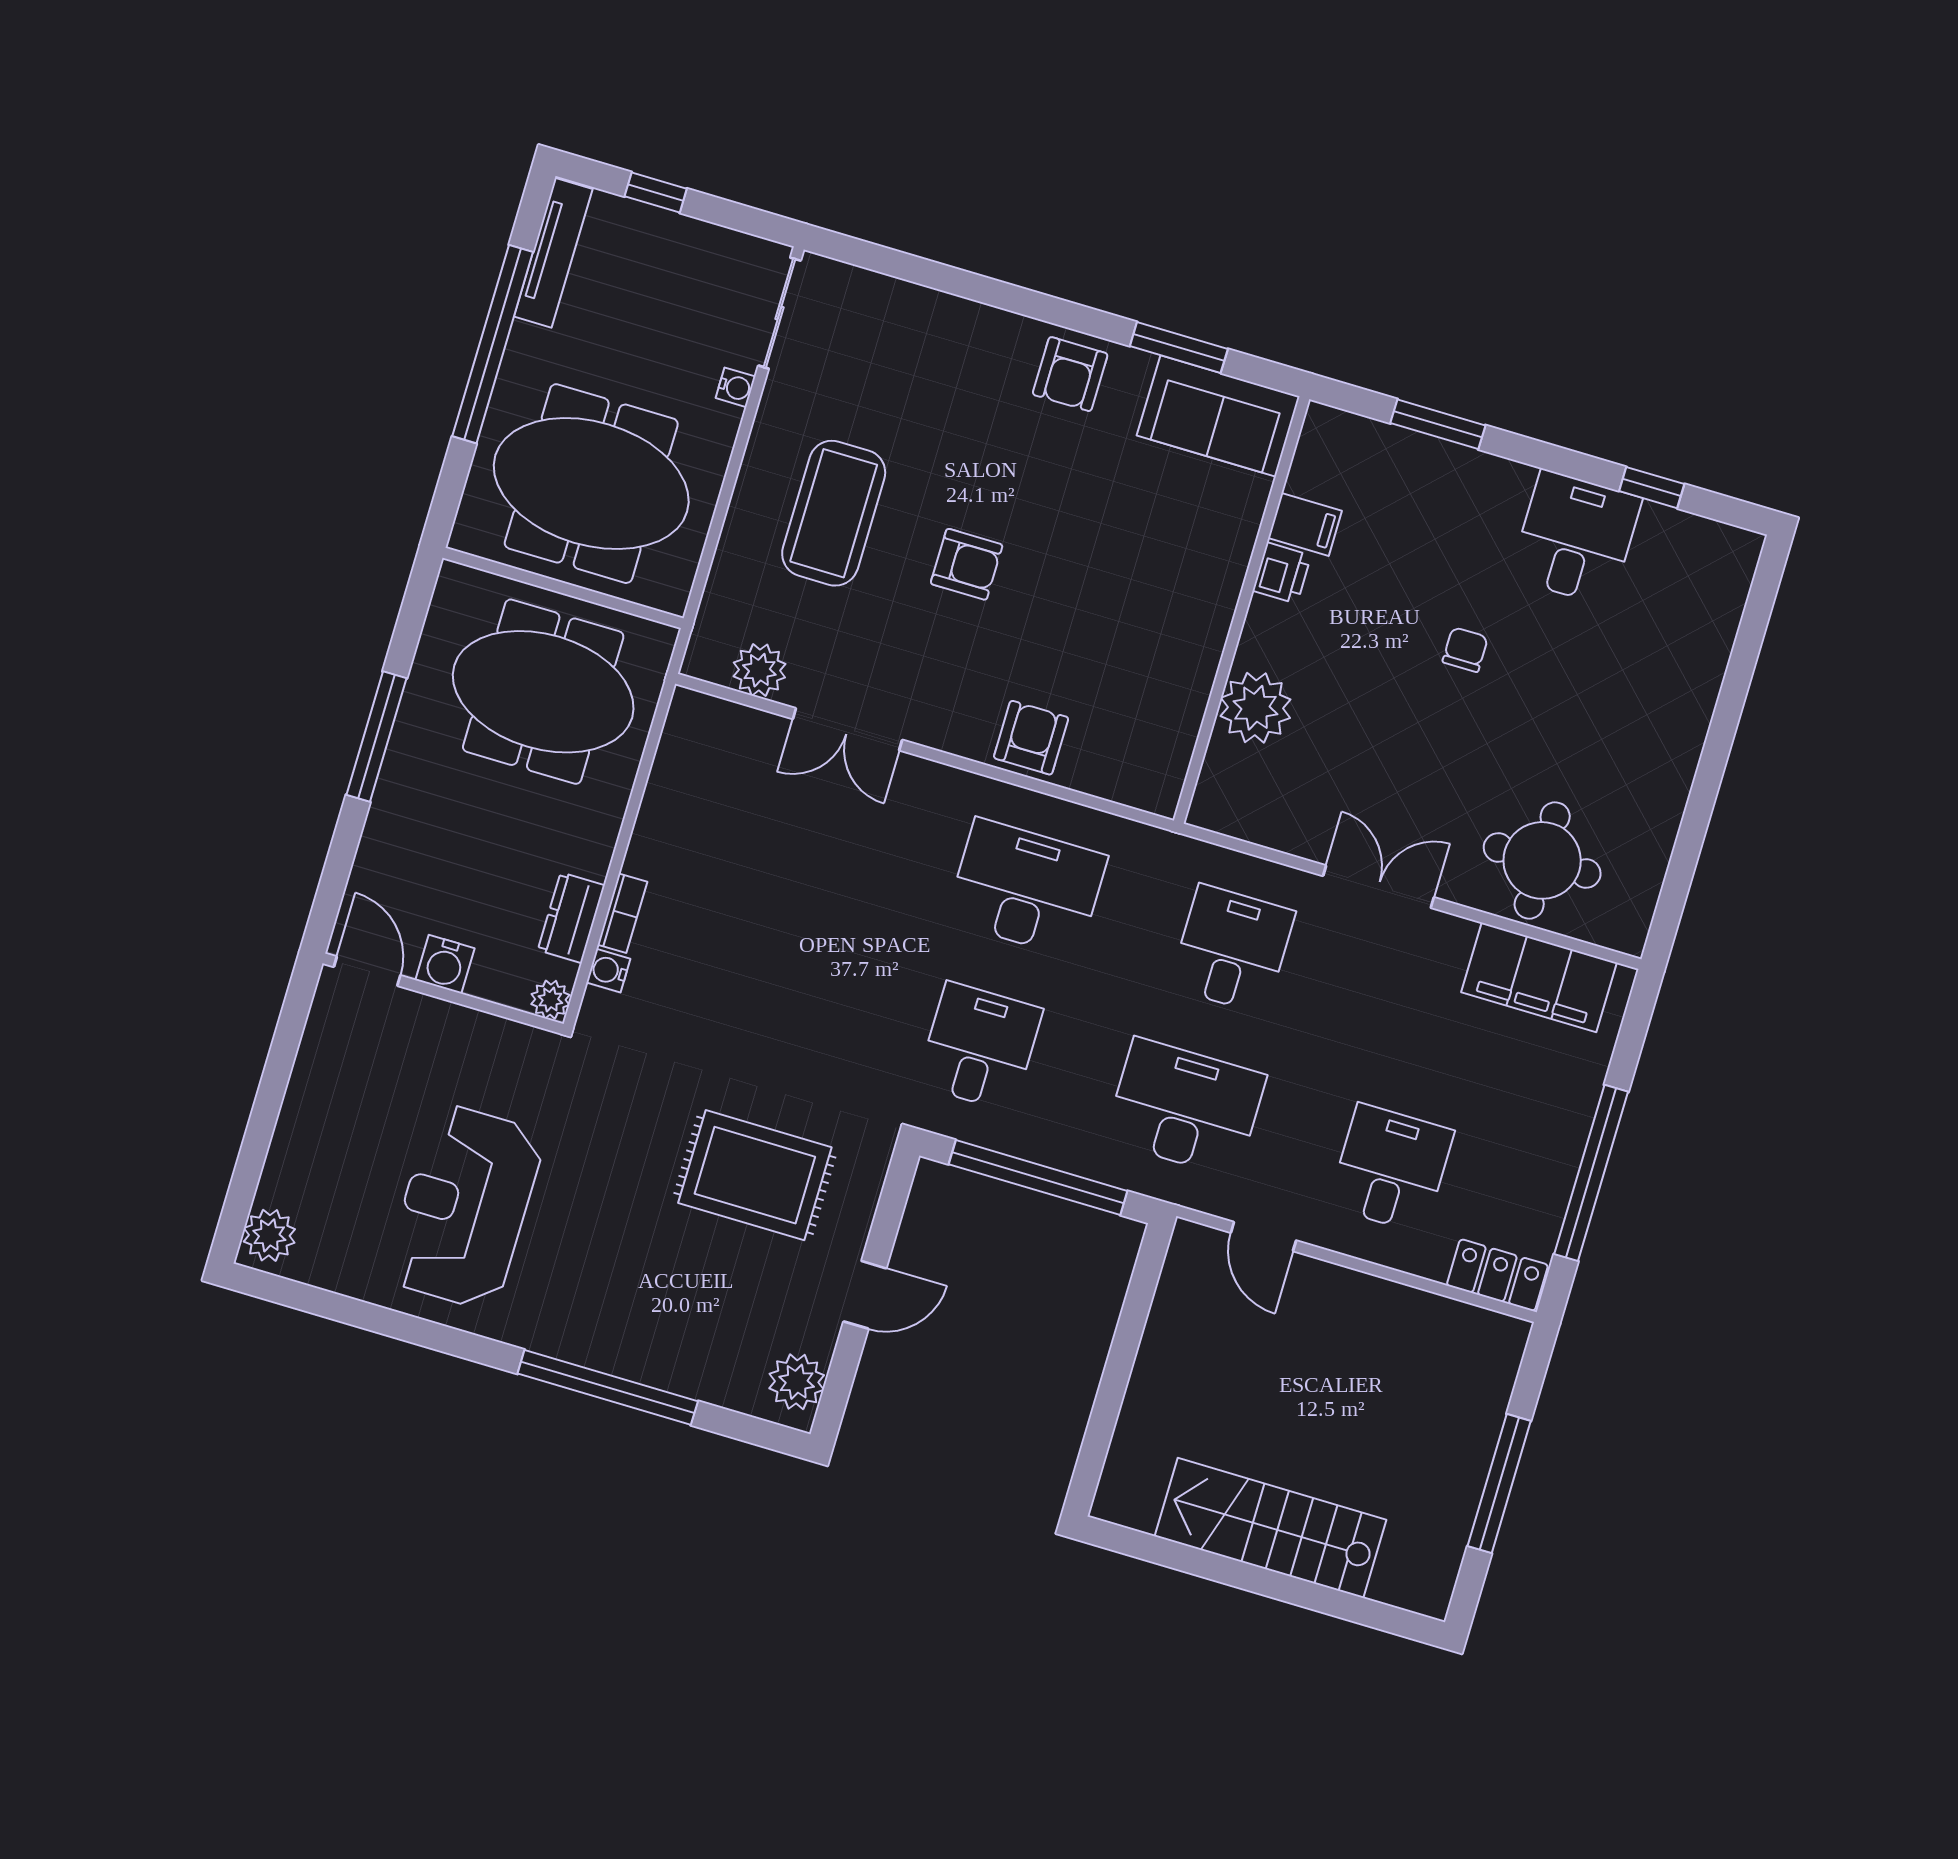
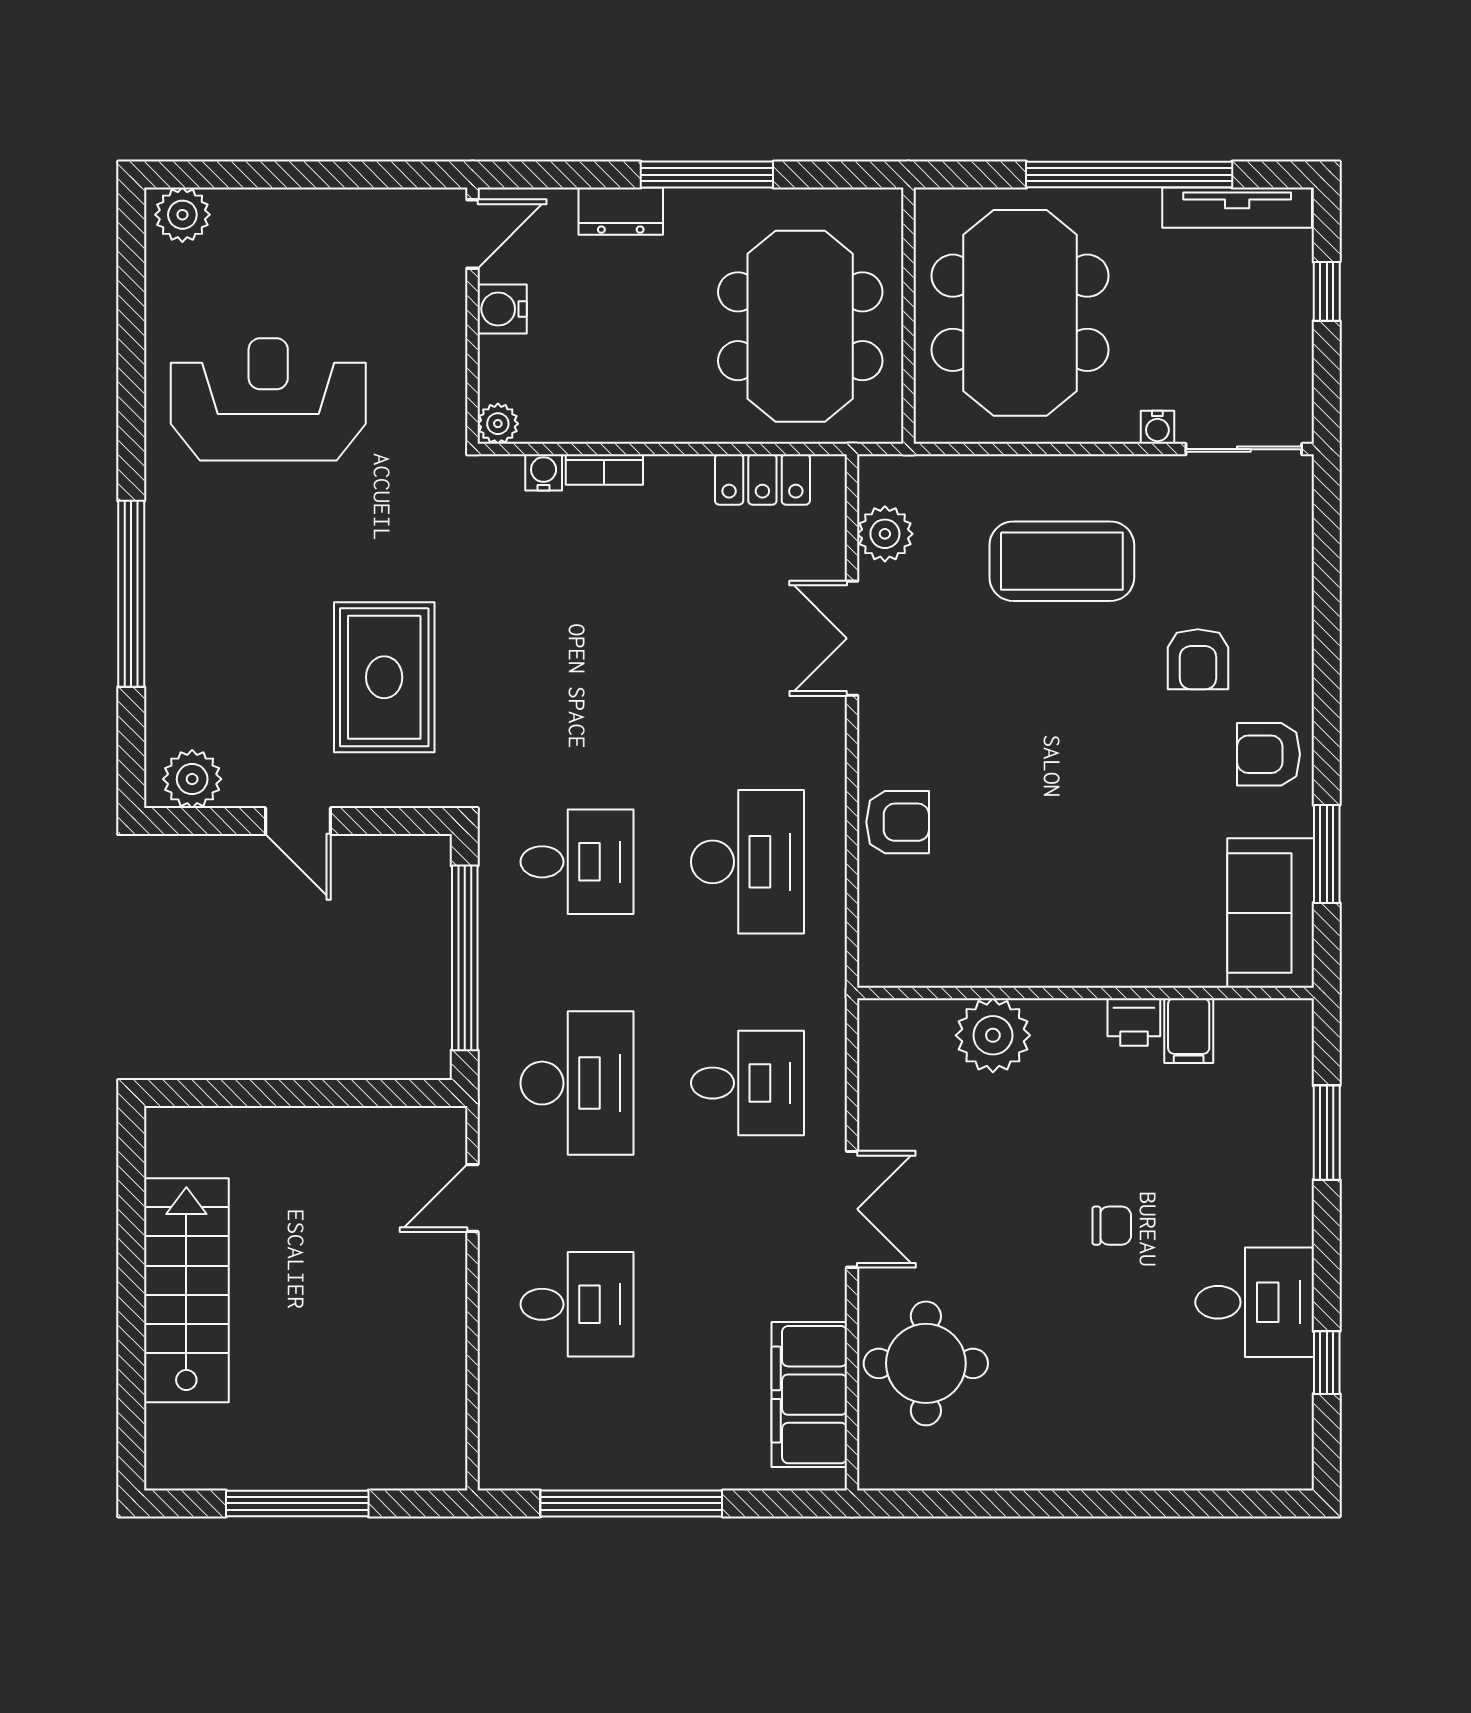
armchair: (967, 564) -> (1198, 659), moved
dresser: (571, 918) -> (621, 211), moved, turned 180
locker: (1497, 1275) -> (762, 479), moved, turned 90

